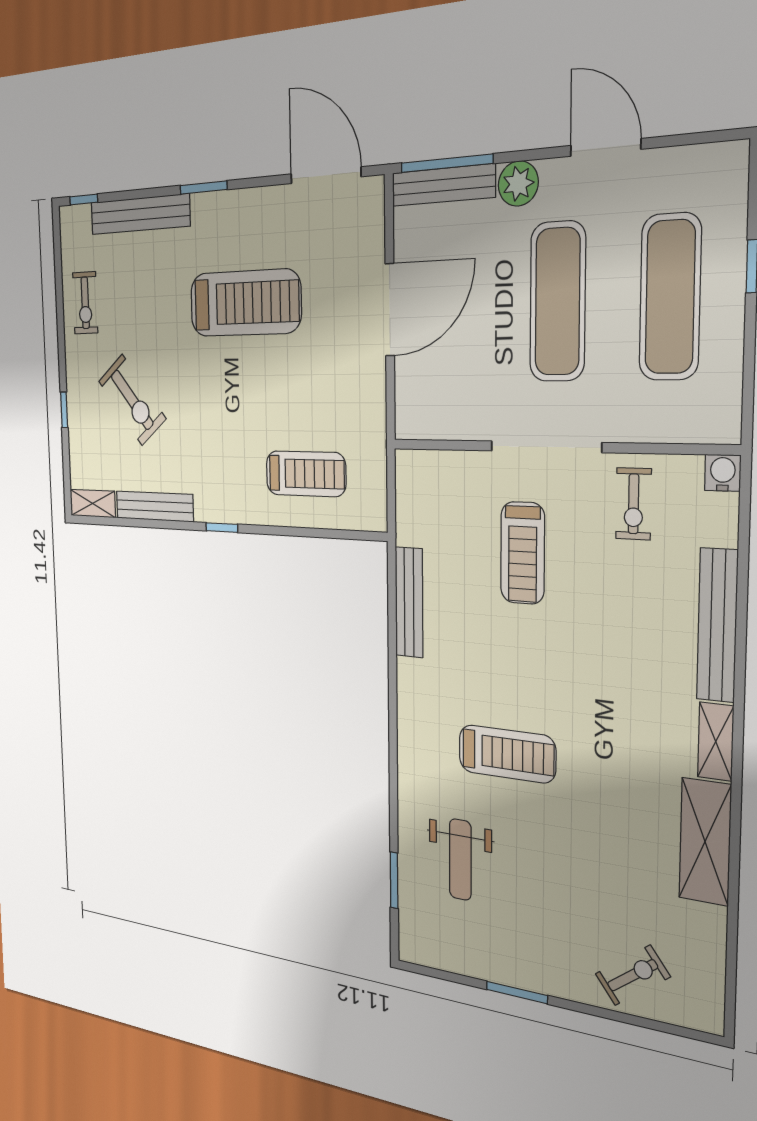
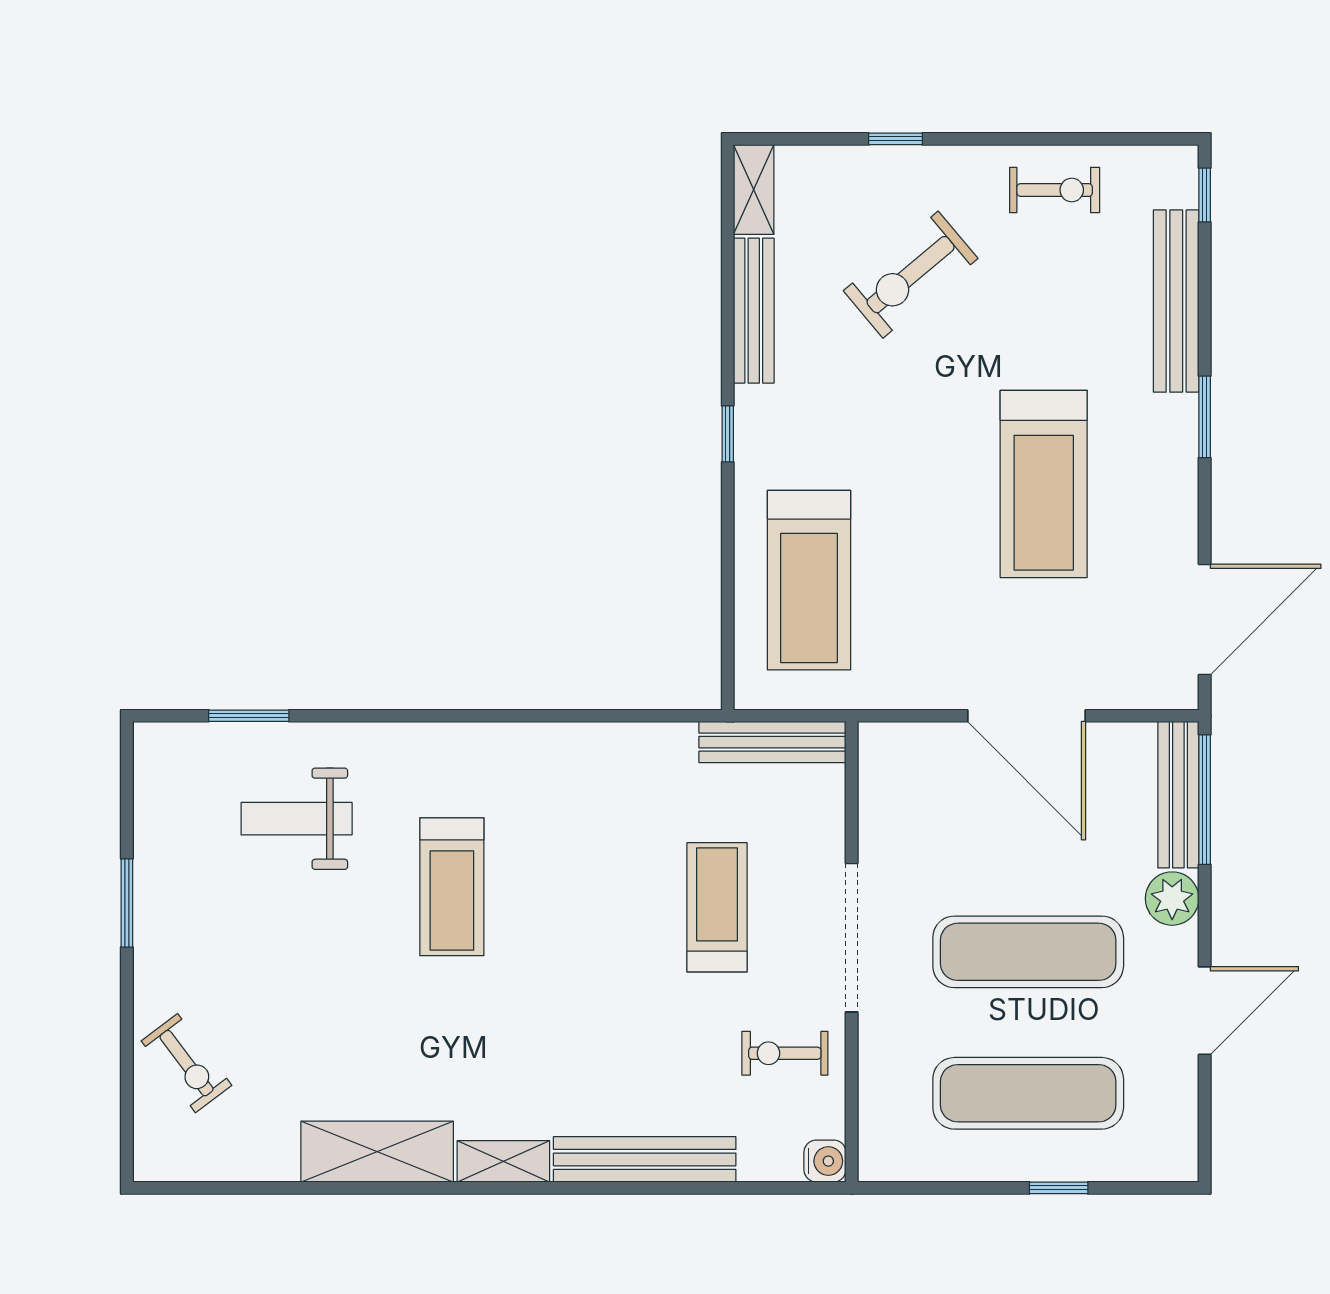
exercise bike: (85, 303) -> (1055, 190), turned 180
treadmill: (306, 474) -> (809, 580), width x1.37, depth x1.38
treadmill: (523, 553) -> (717, 907), turned 90
bench: (409, 602) -> (772, 742), moved

